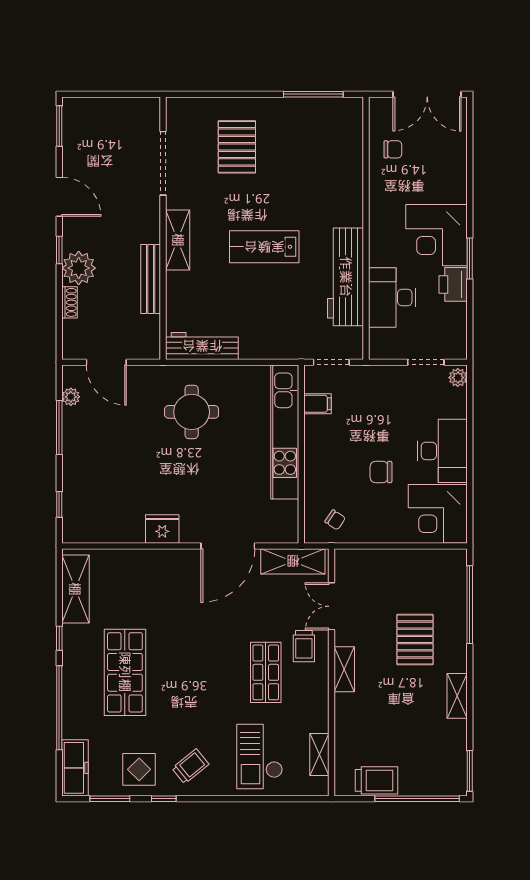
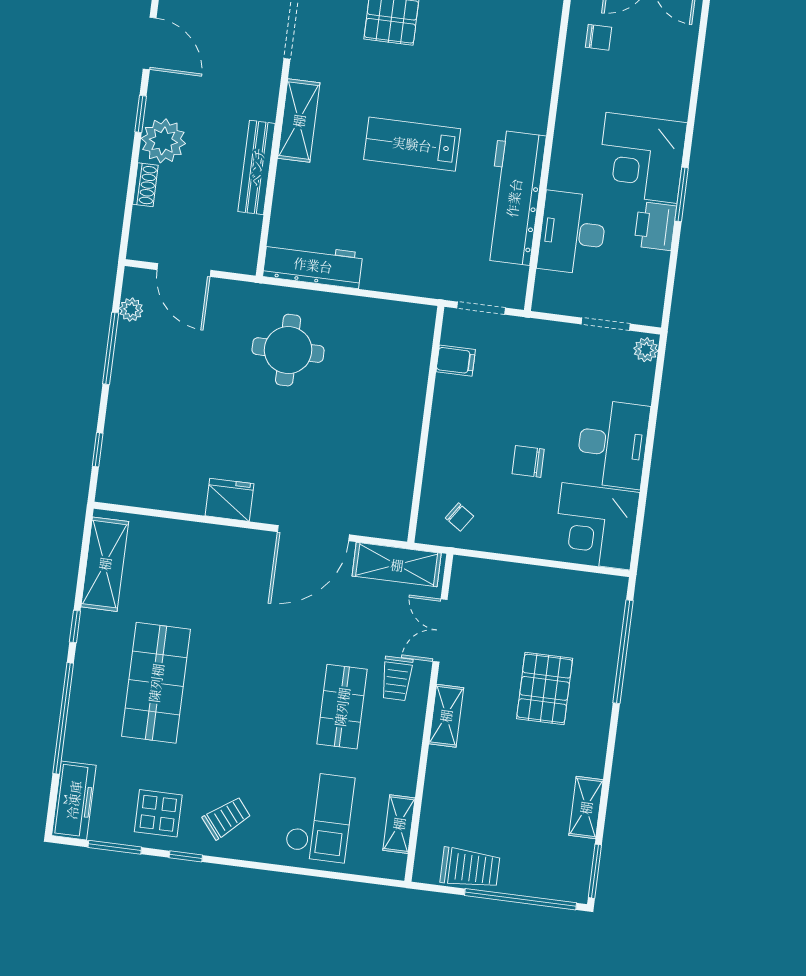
kitchen unit: (285, 432) -> (408, 392), removed
shelving: (457, 696) -> (586, 808), moved
checkout: (260, 757) -> (320, 817), turned 180

